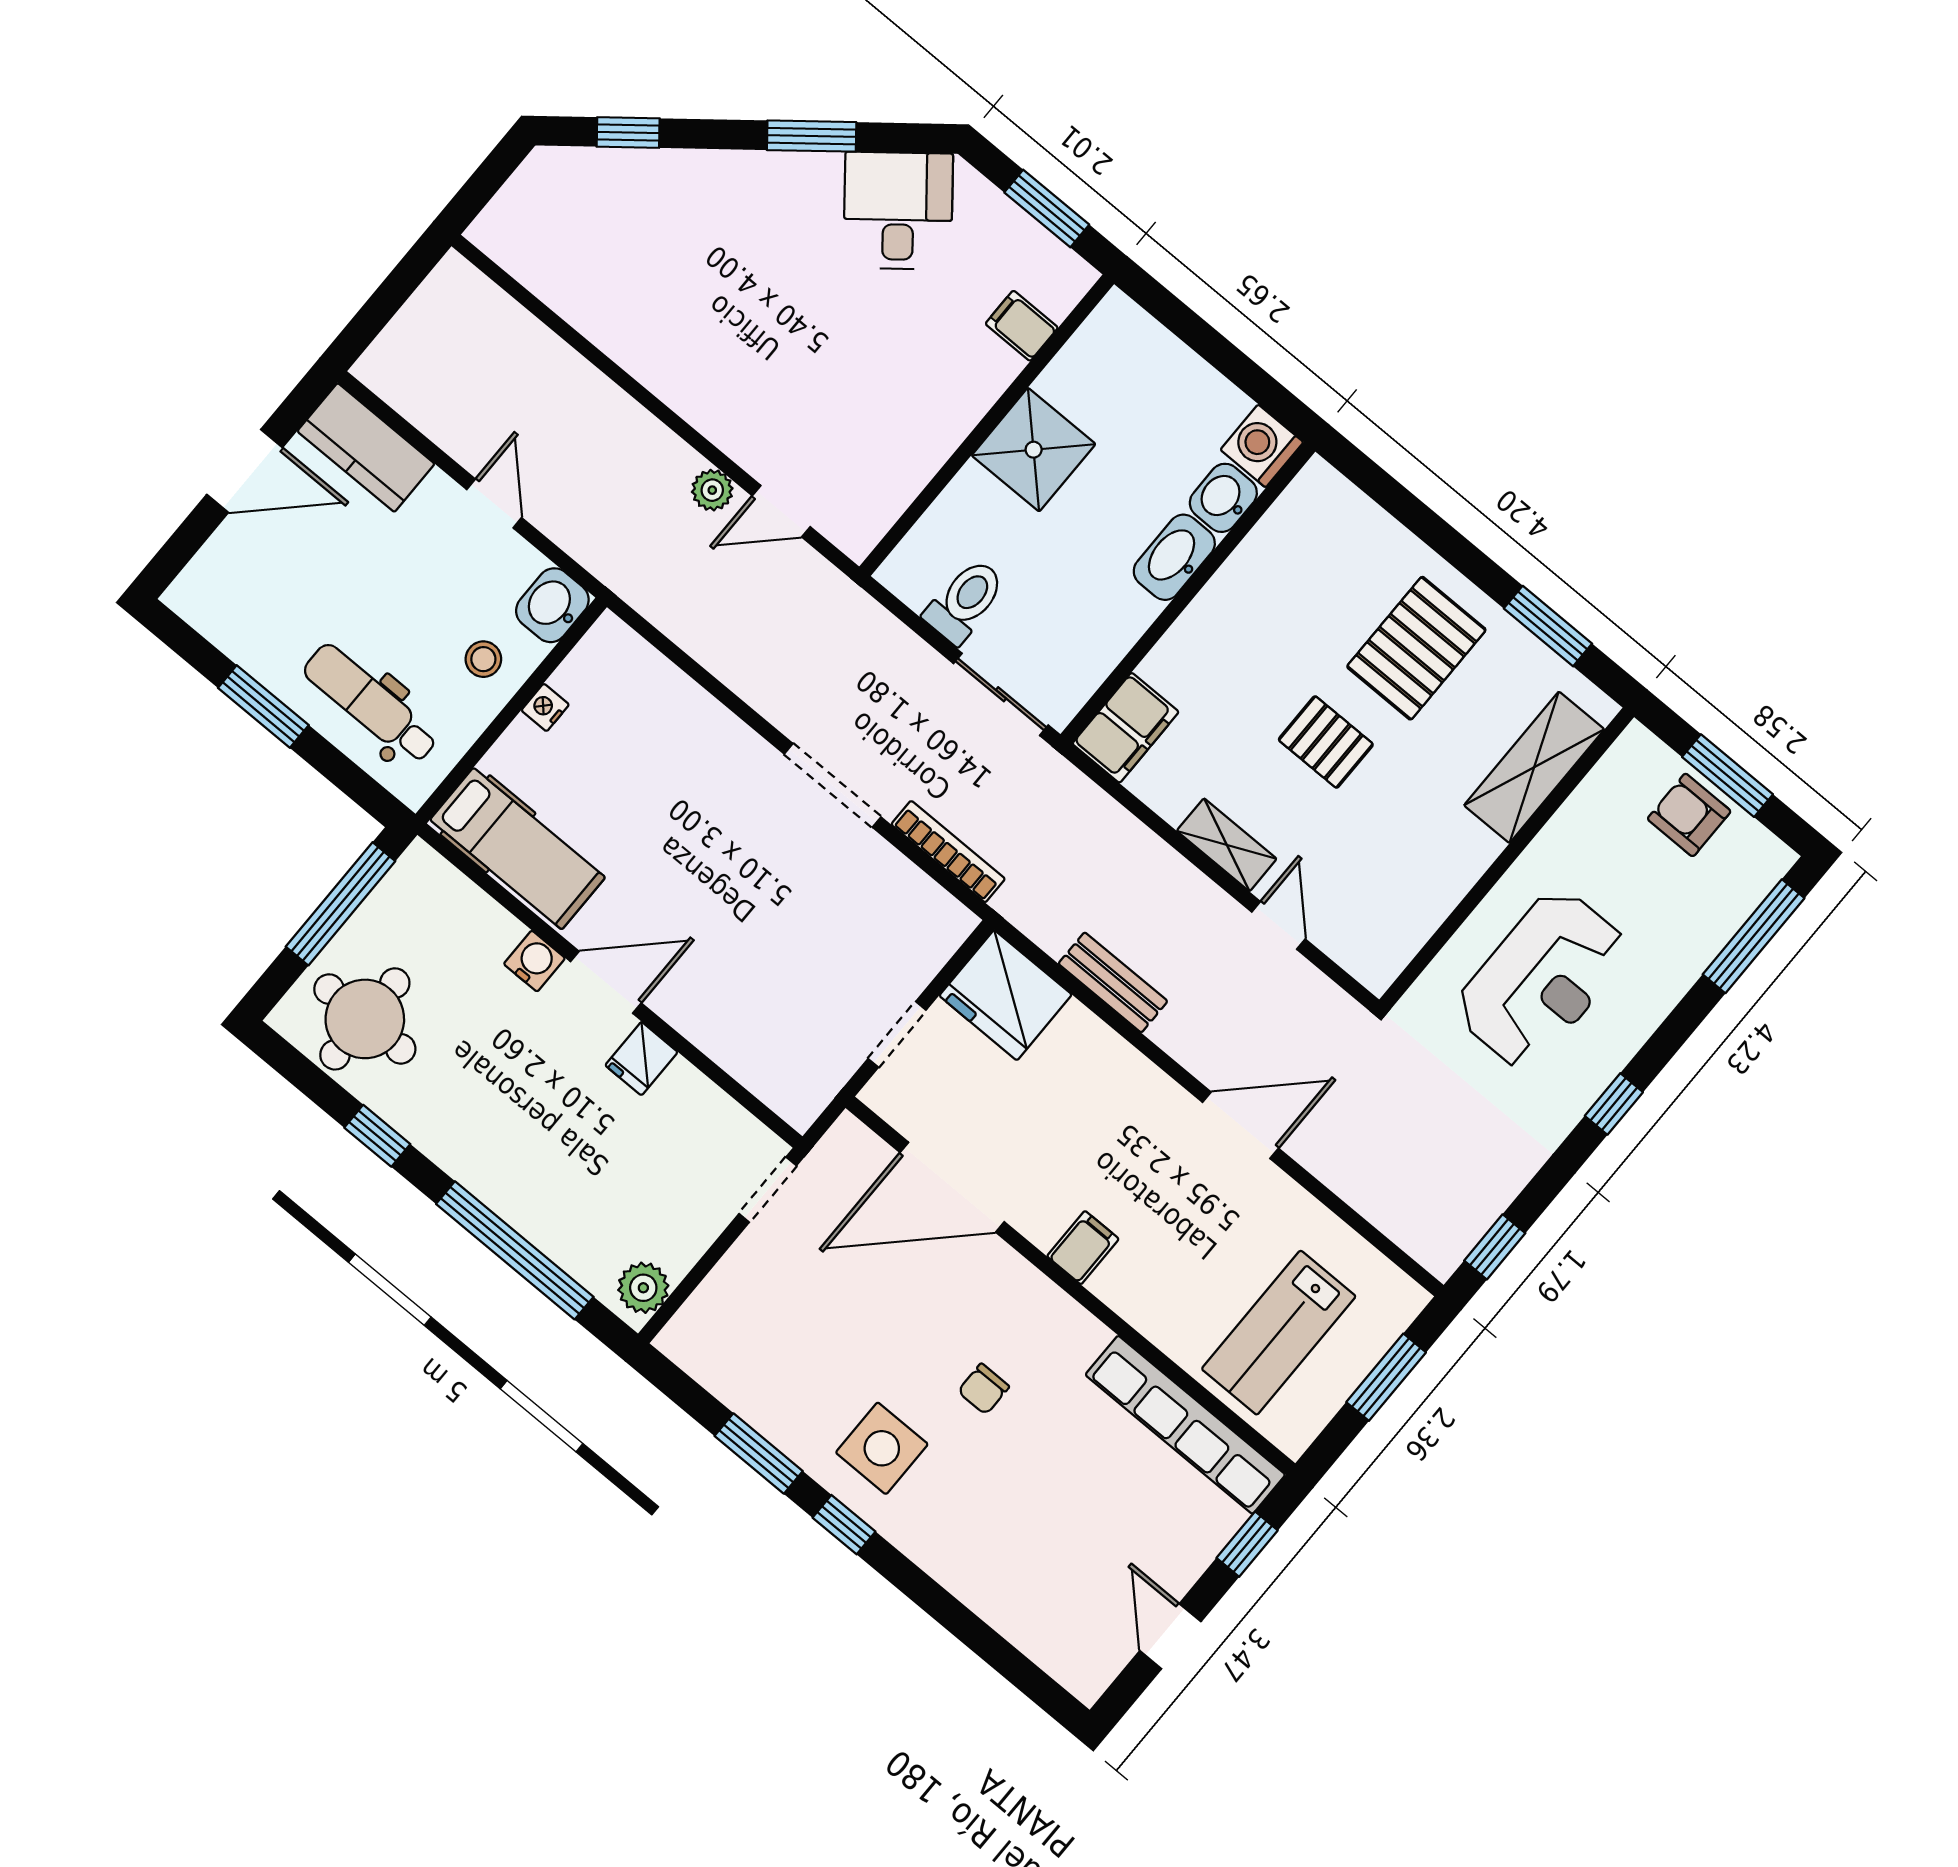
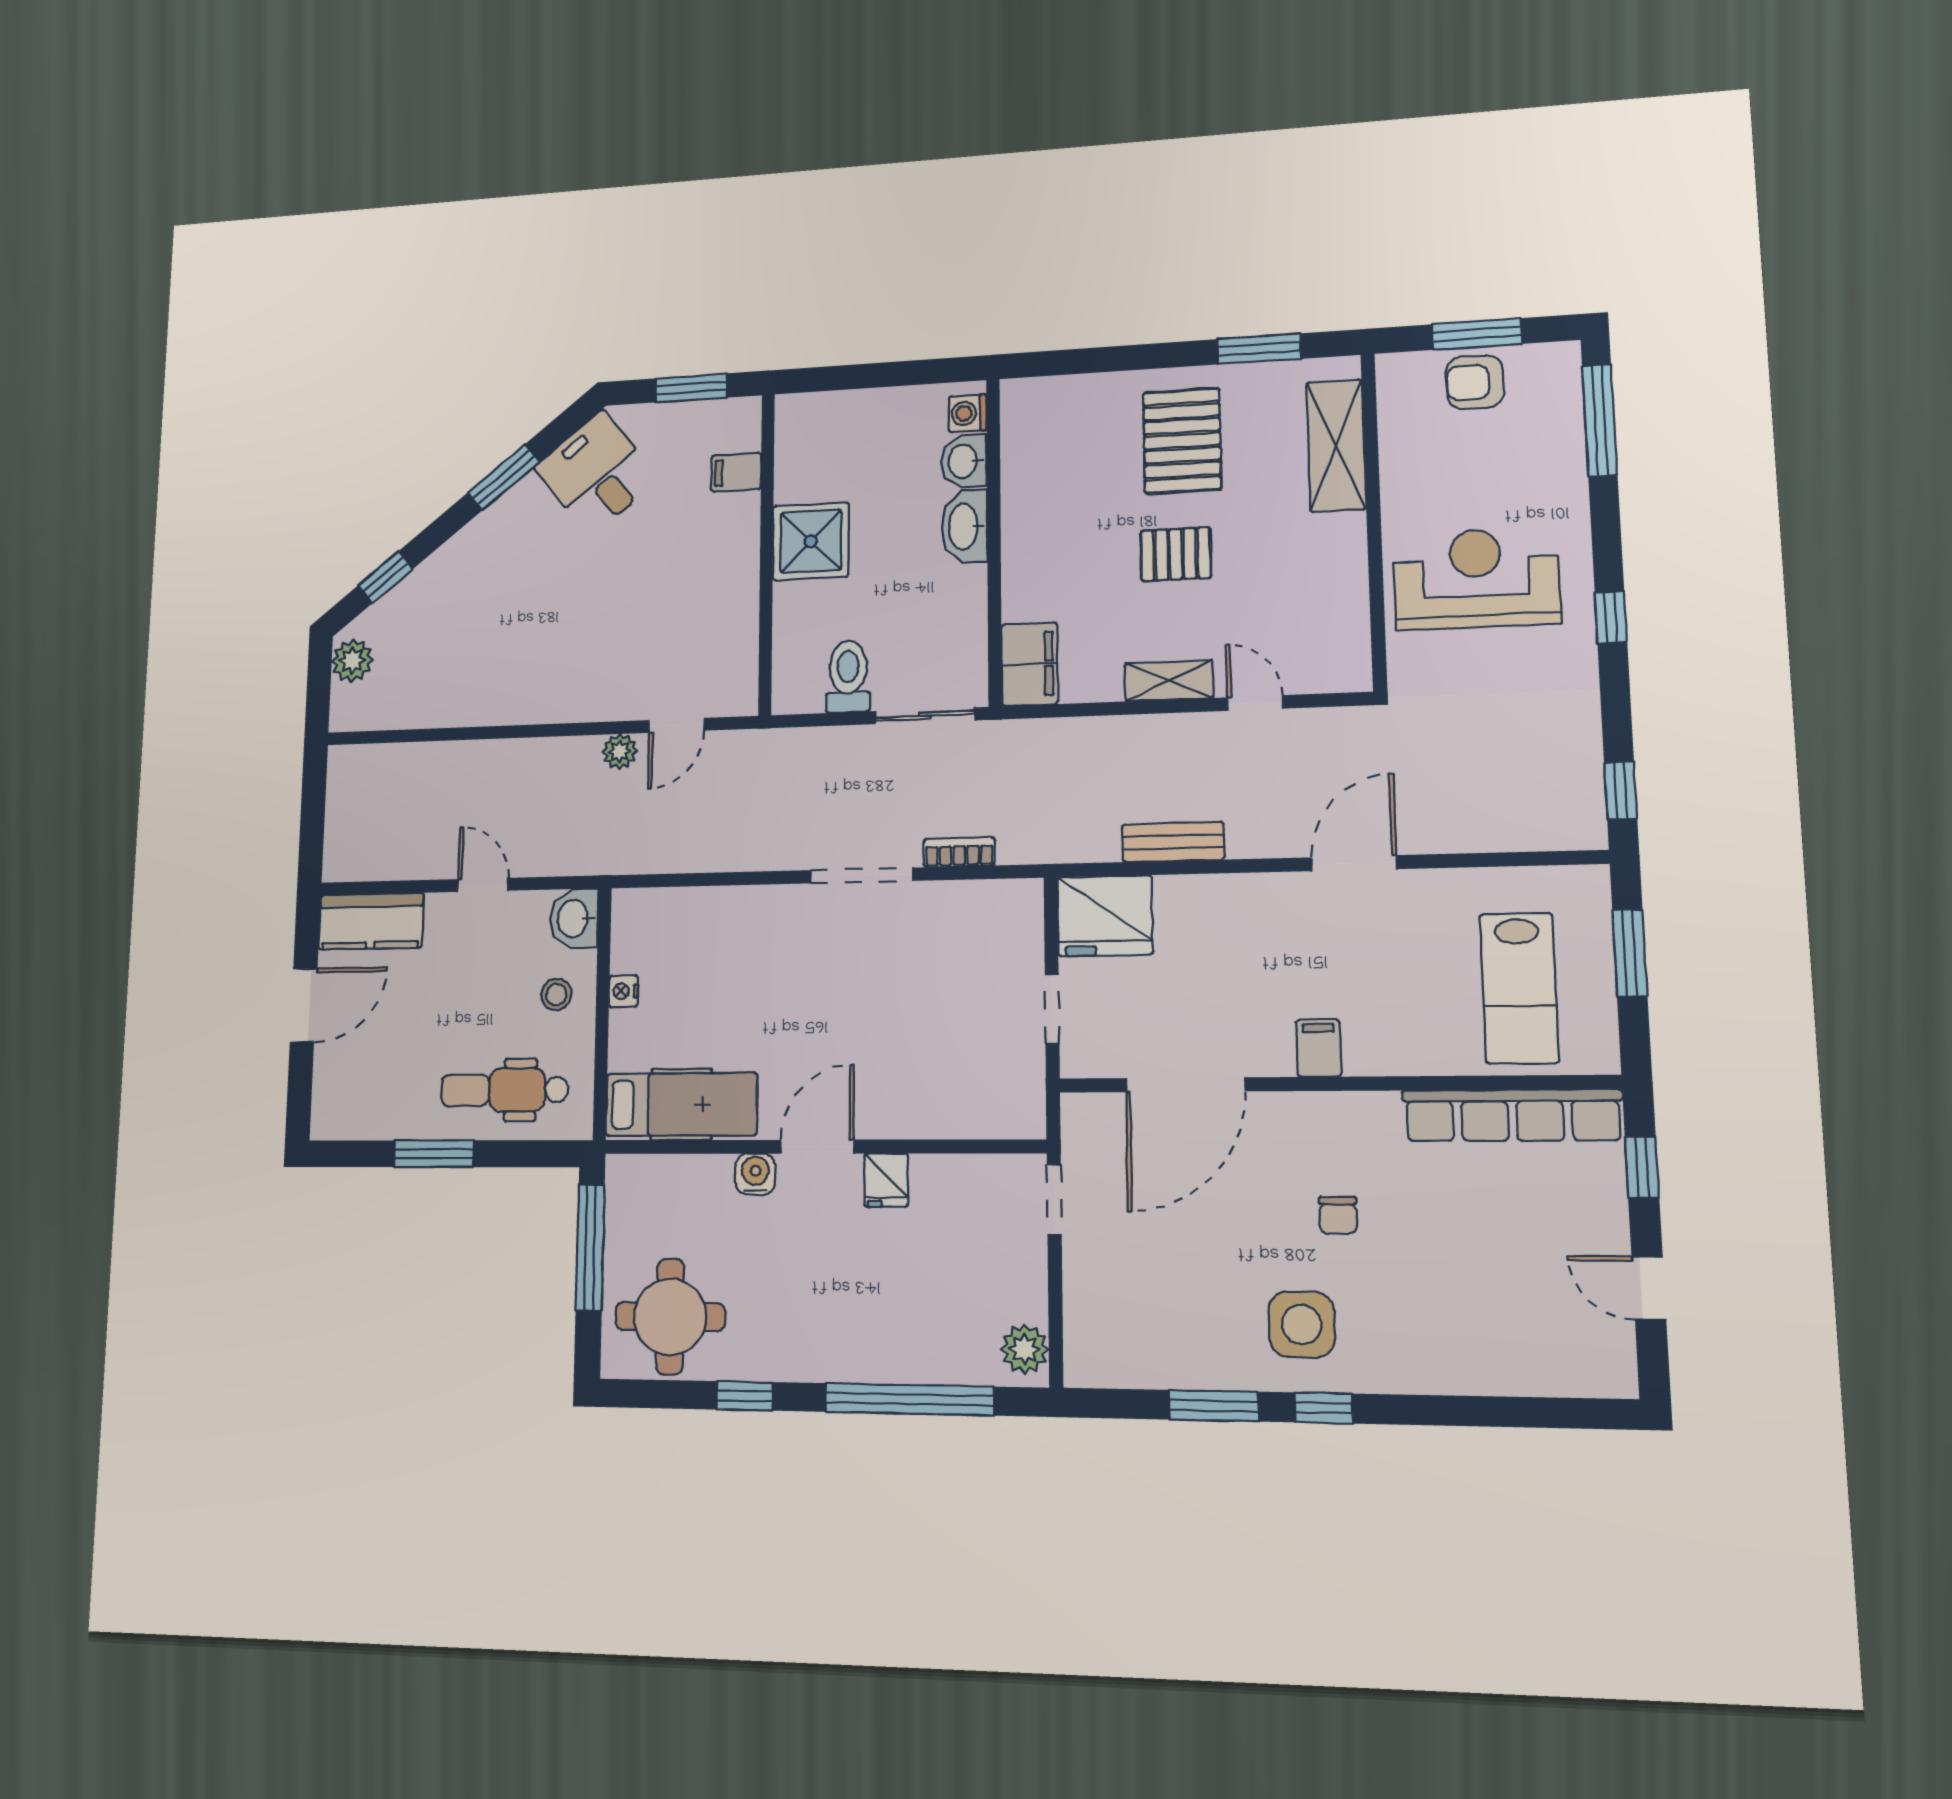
plant: (536, 185) -> (352, 660), added
washing machine: (1262, 446) -> (968, 413), width x0.73, depth x0.73
bookcase: (948, 852) -> (959, 852), width x0.64
reception desk: (1542, 979) -> (1476, 578), turned -90

